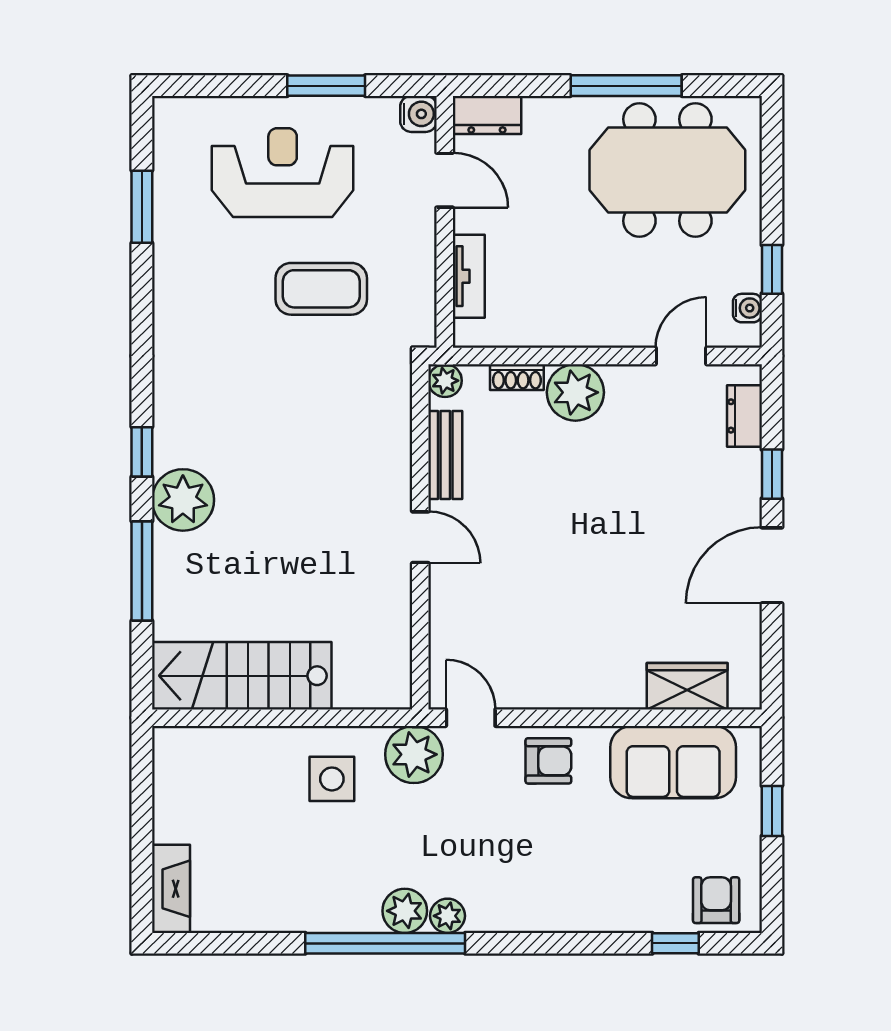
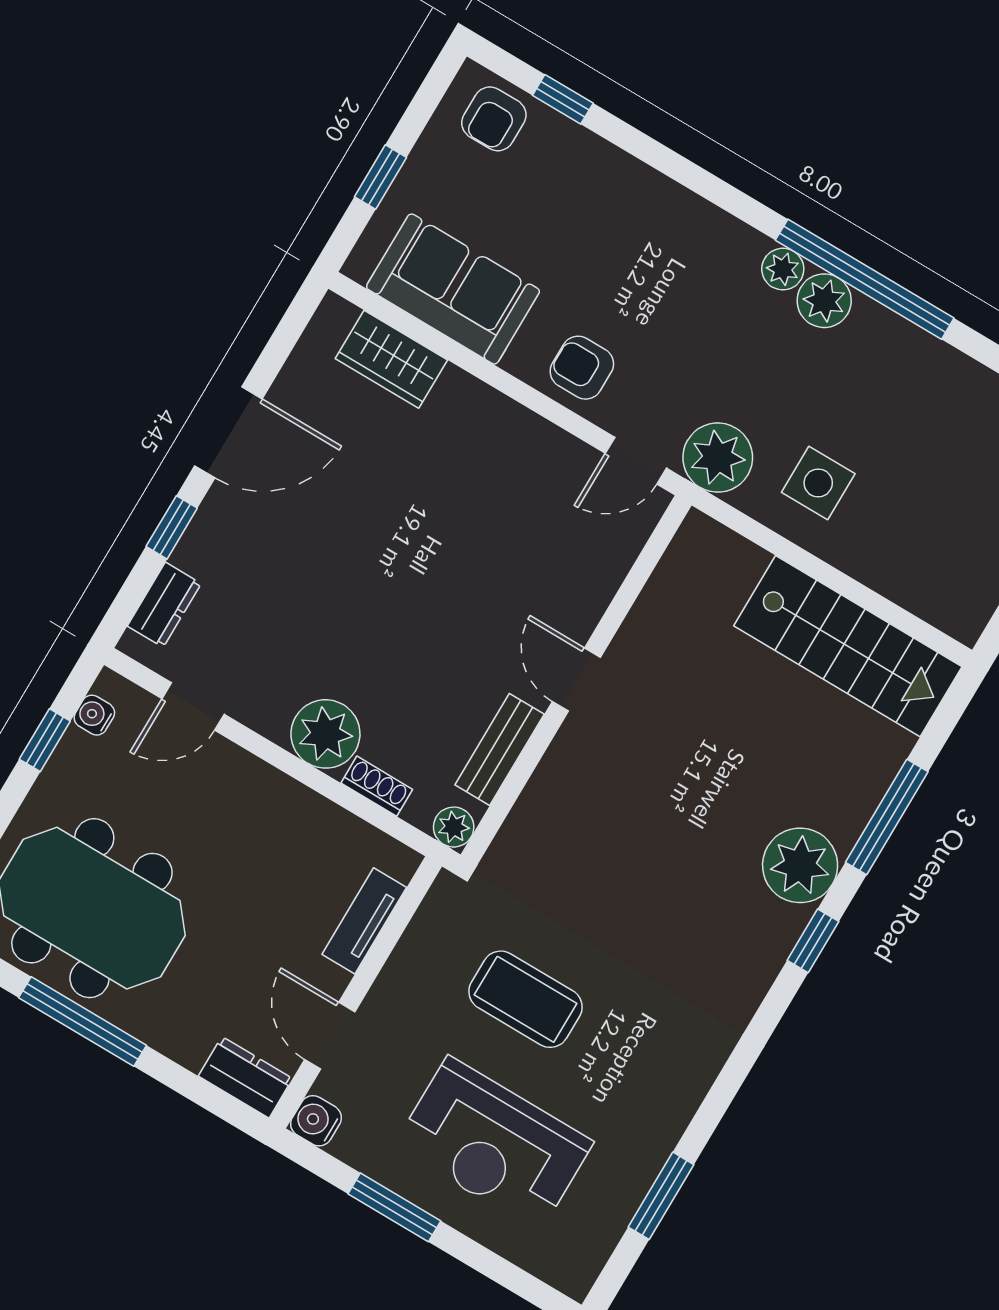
door: (471, 718) -> (636, 461), hinge flipped

